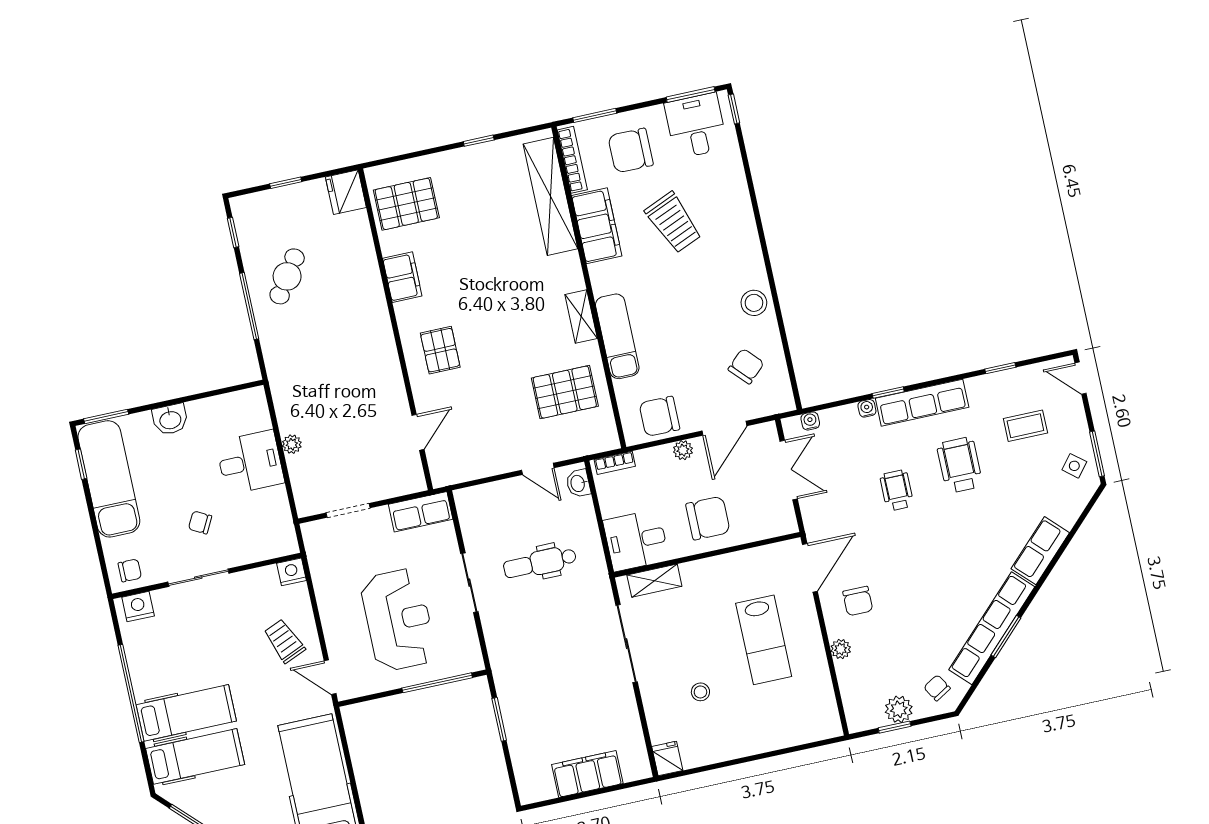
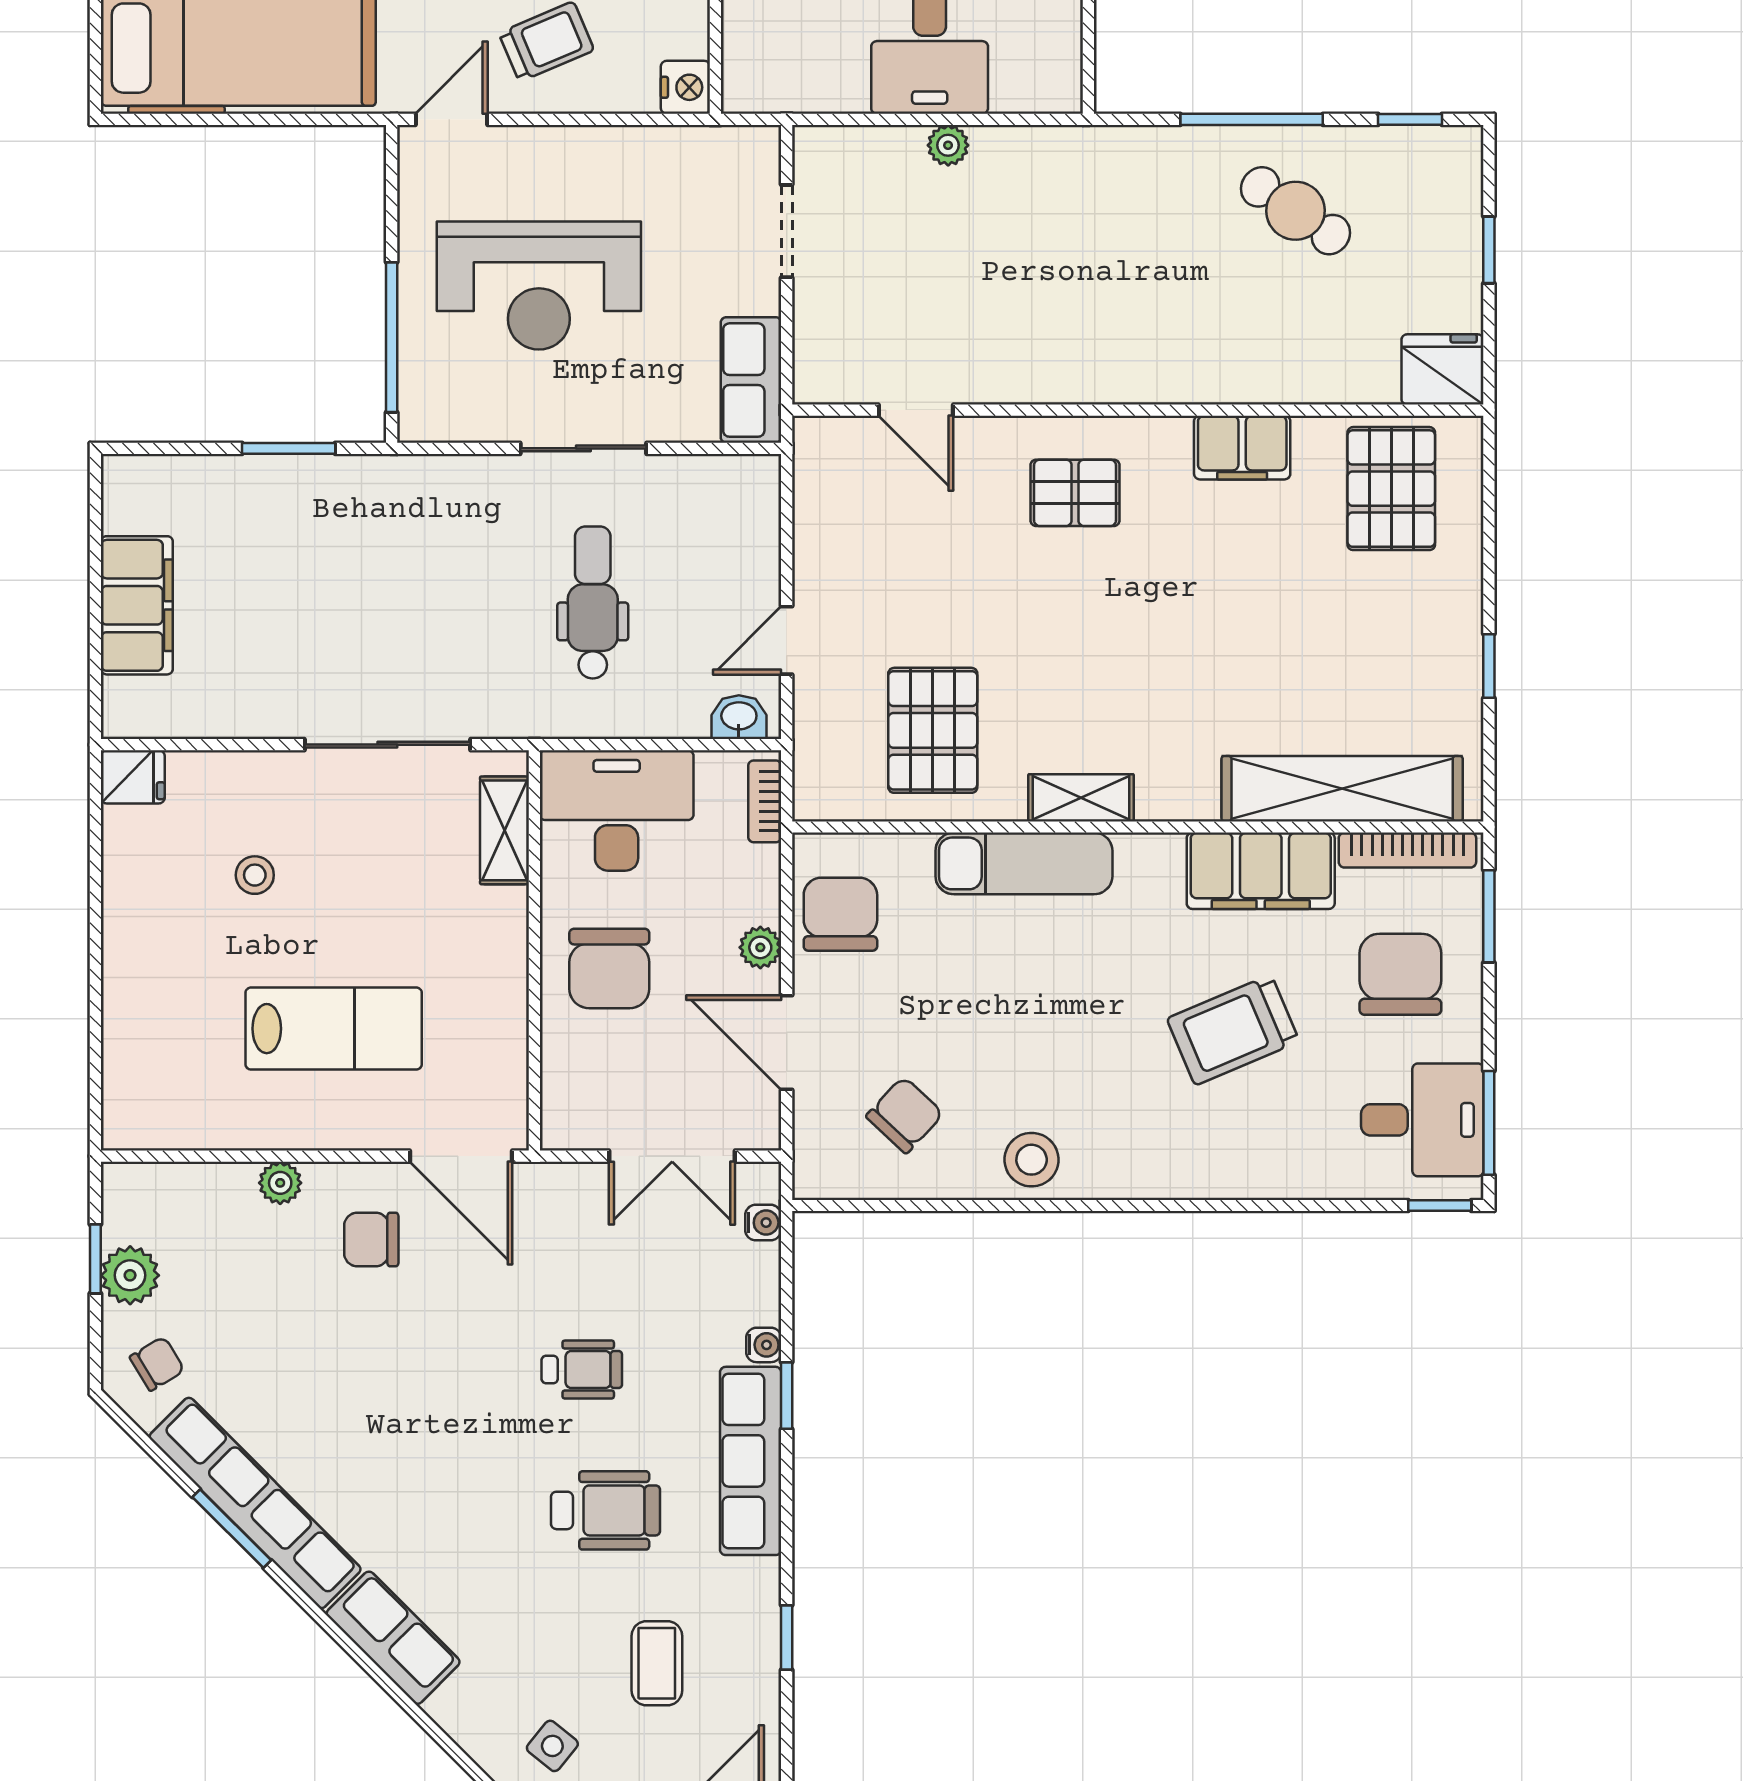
chair: (746, 366) -> (905, 1115), turned -94
desk: (636, 540) -> (617, 811), width x1.37
lab bench: (764, 640) -> (334, 1029), turned 180

